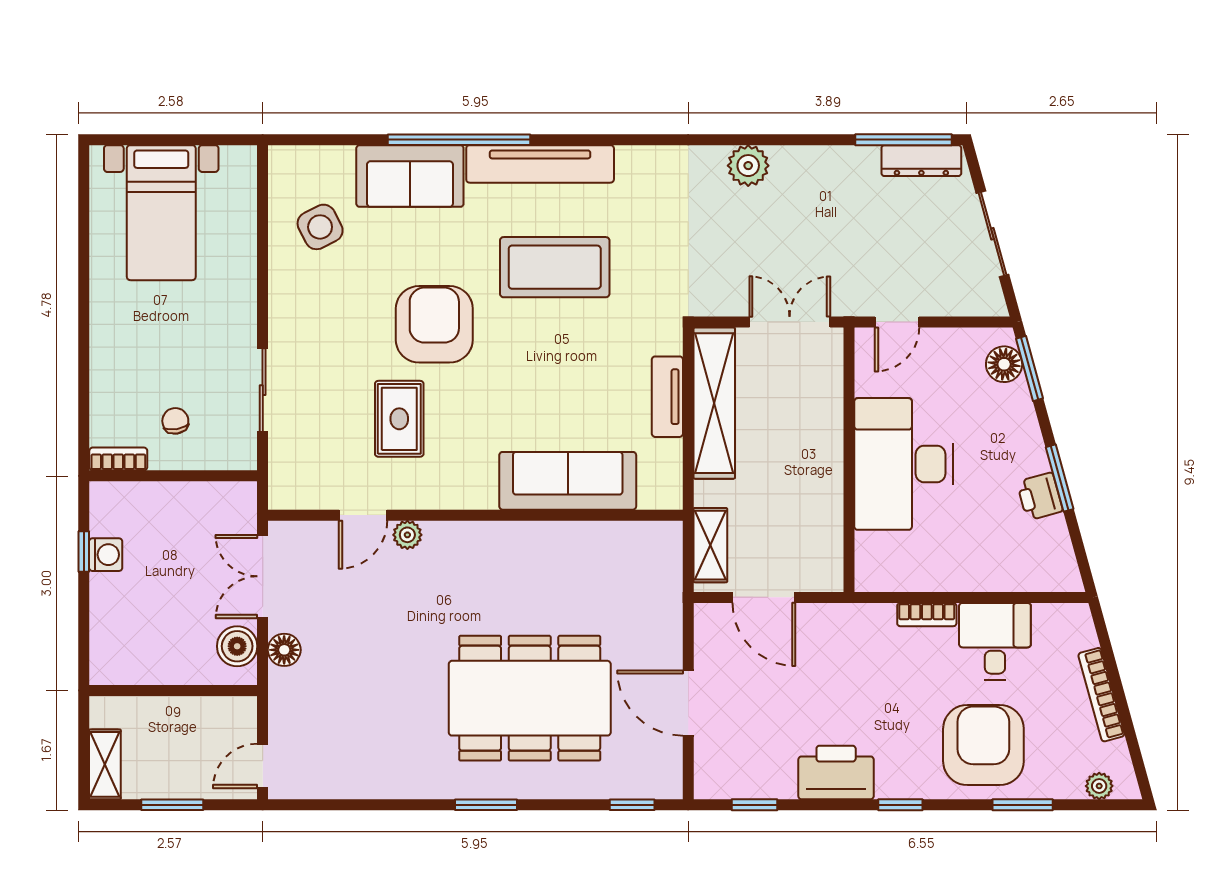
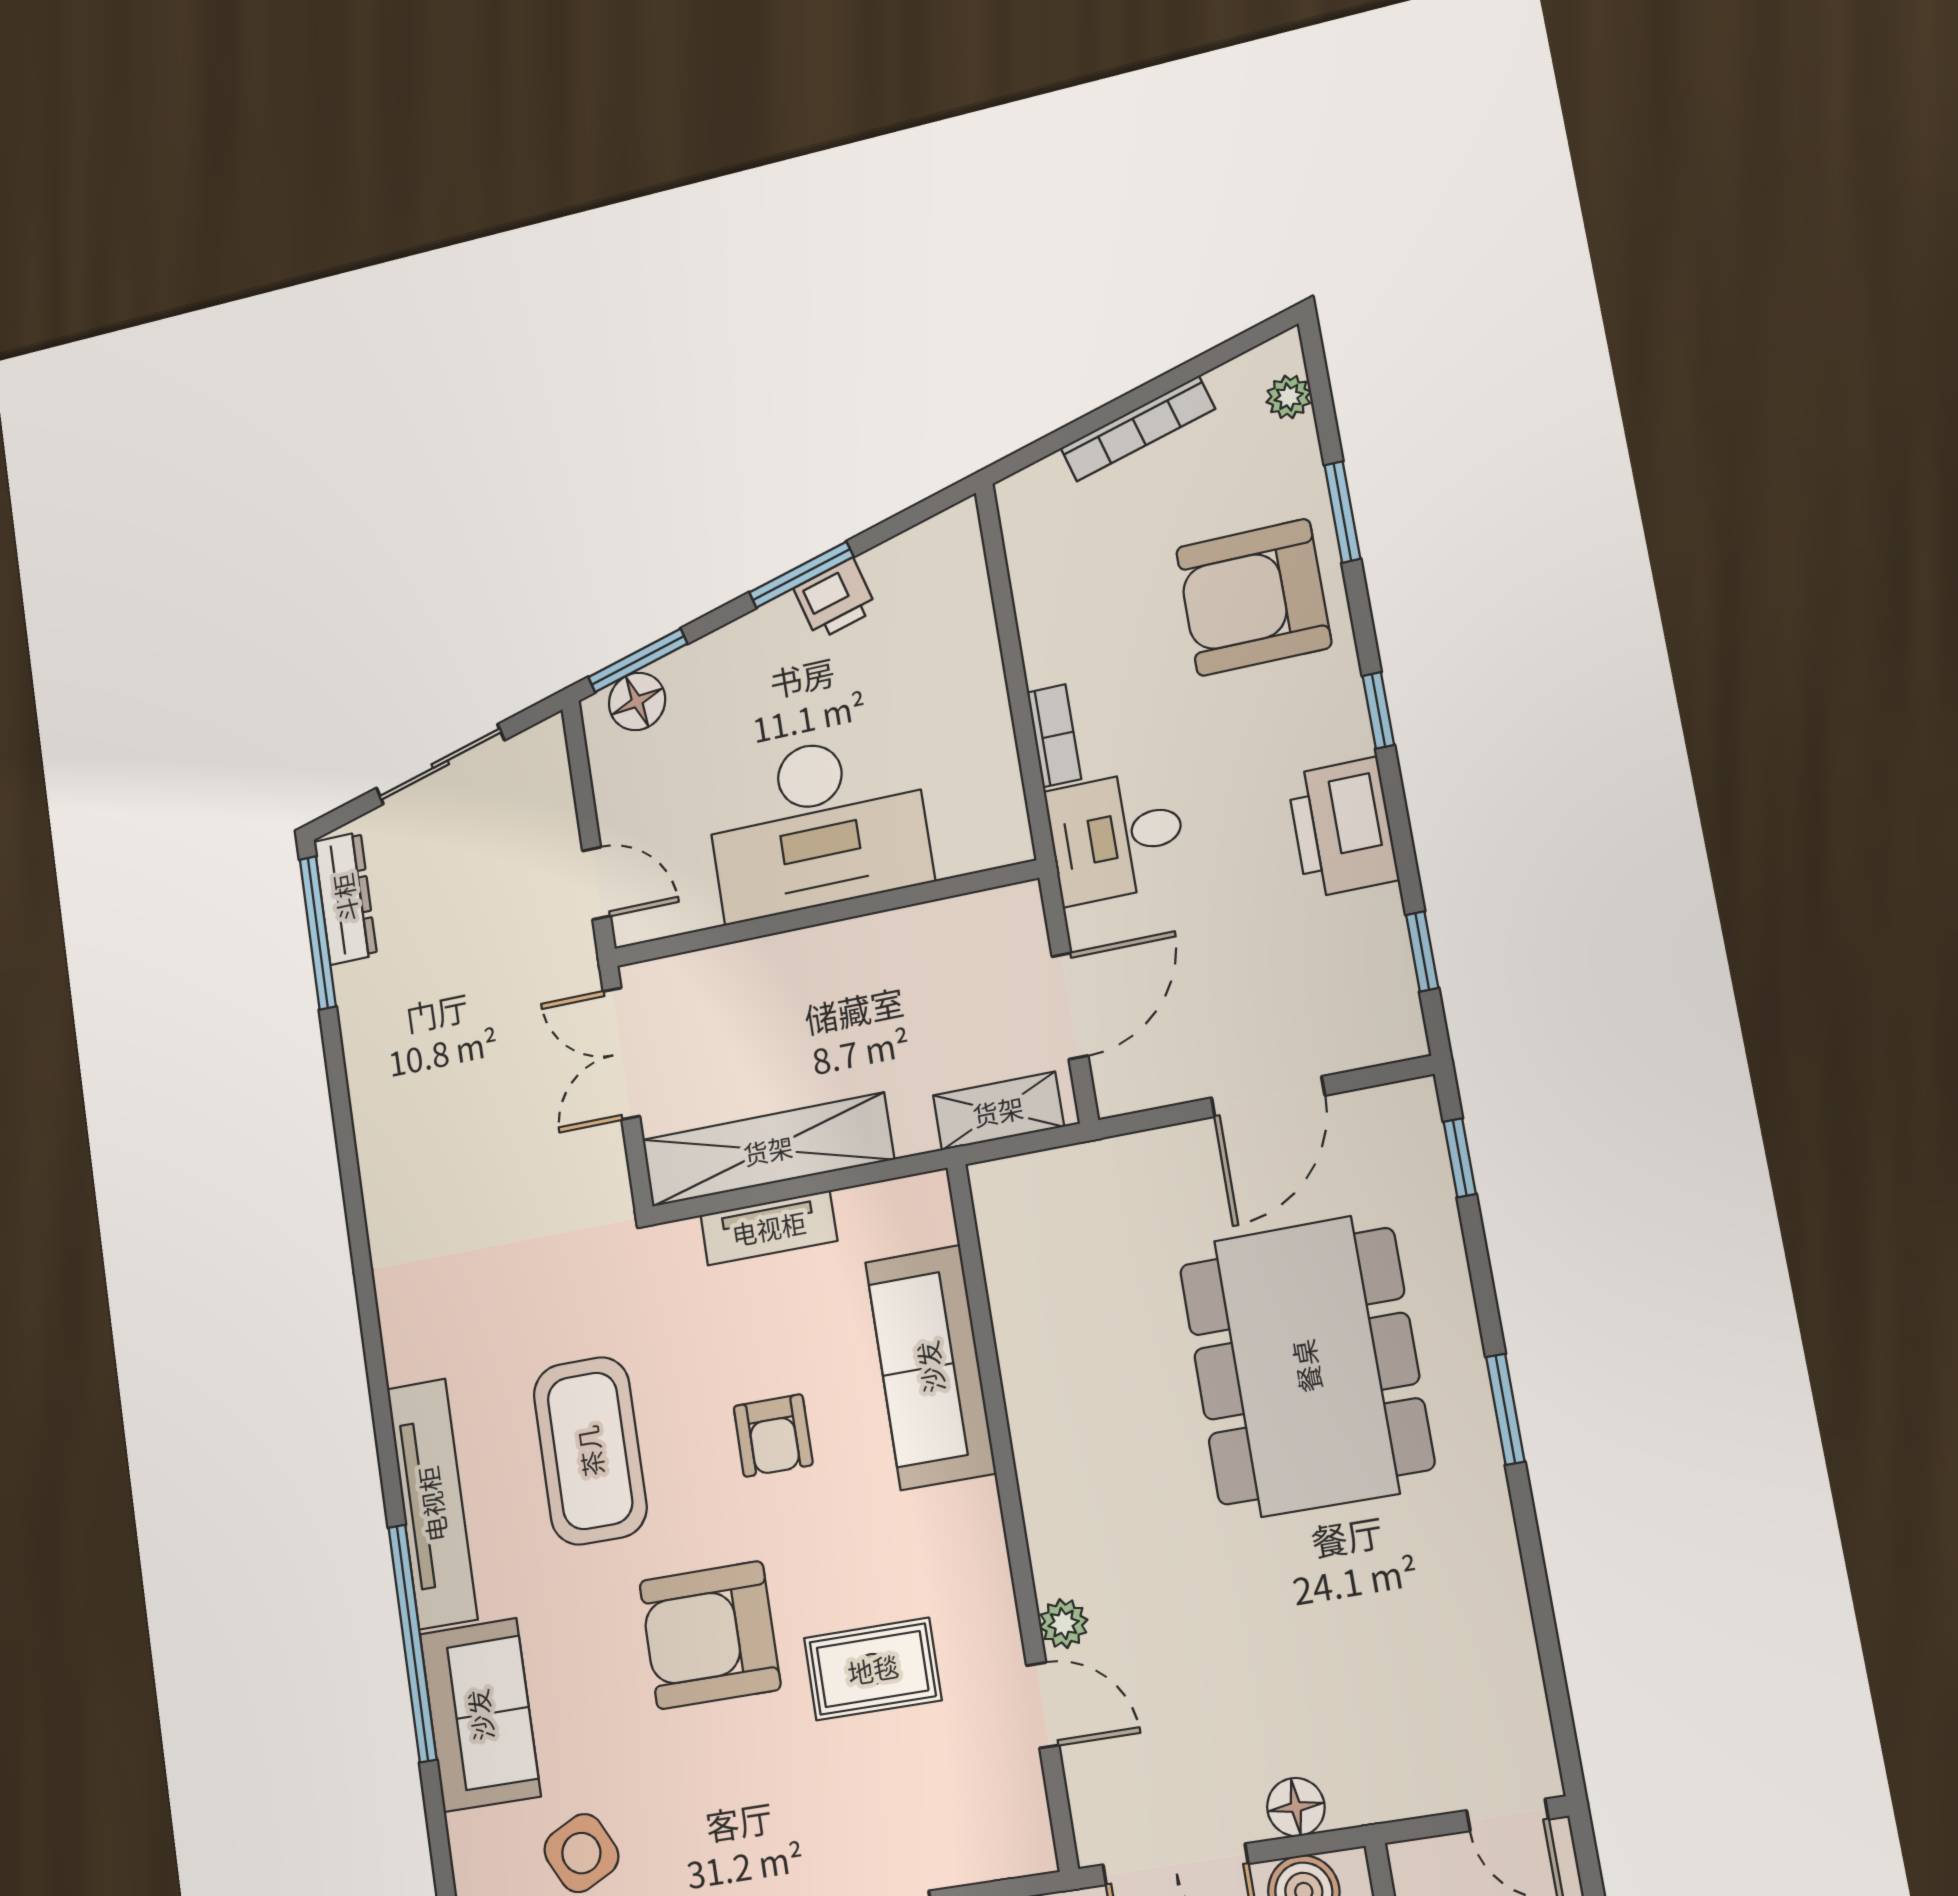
plant: (748, 166) -> (389, 1168), removed
armchair: (544, 380) -> (773, 1436), added
desk: (995, 641) -> (1117, 836), moved

